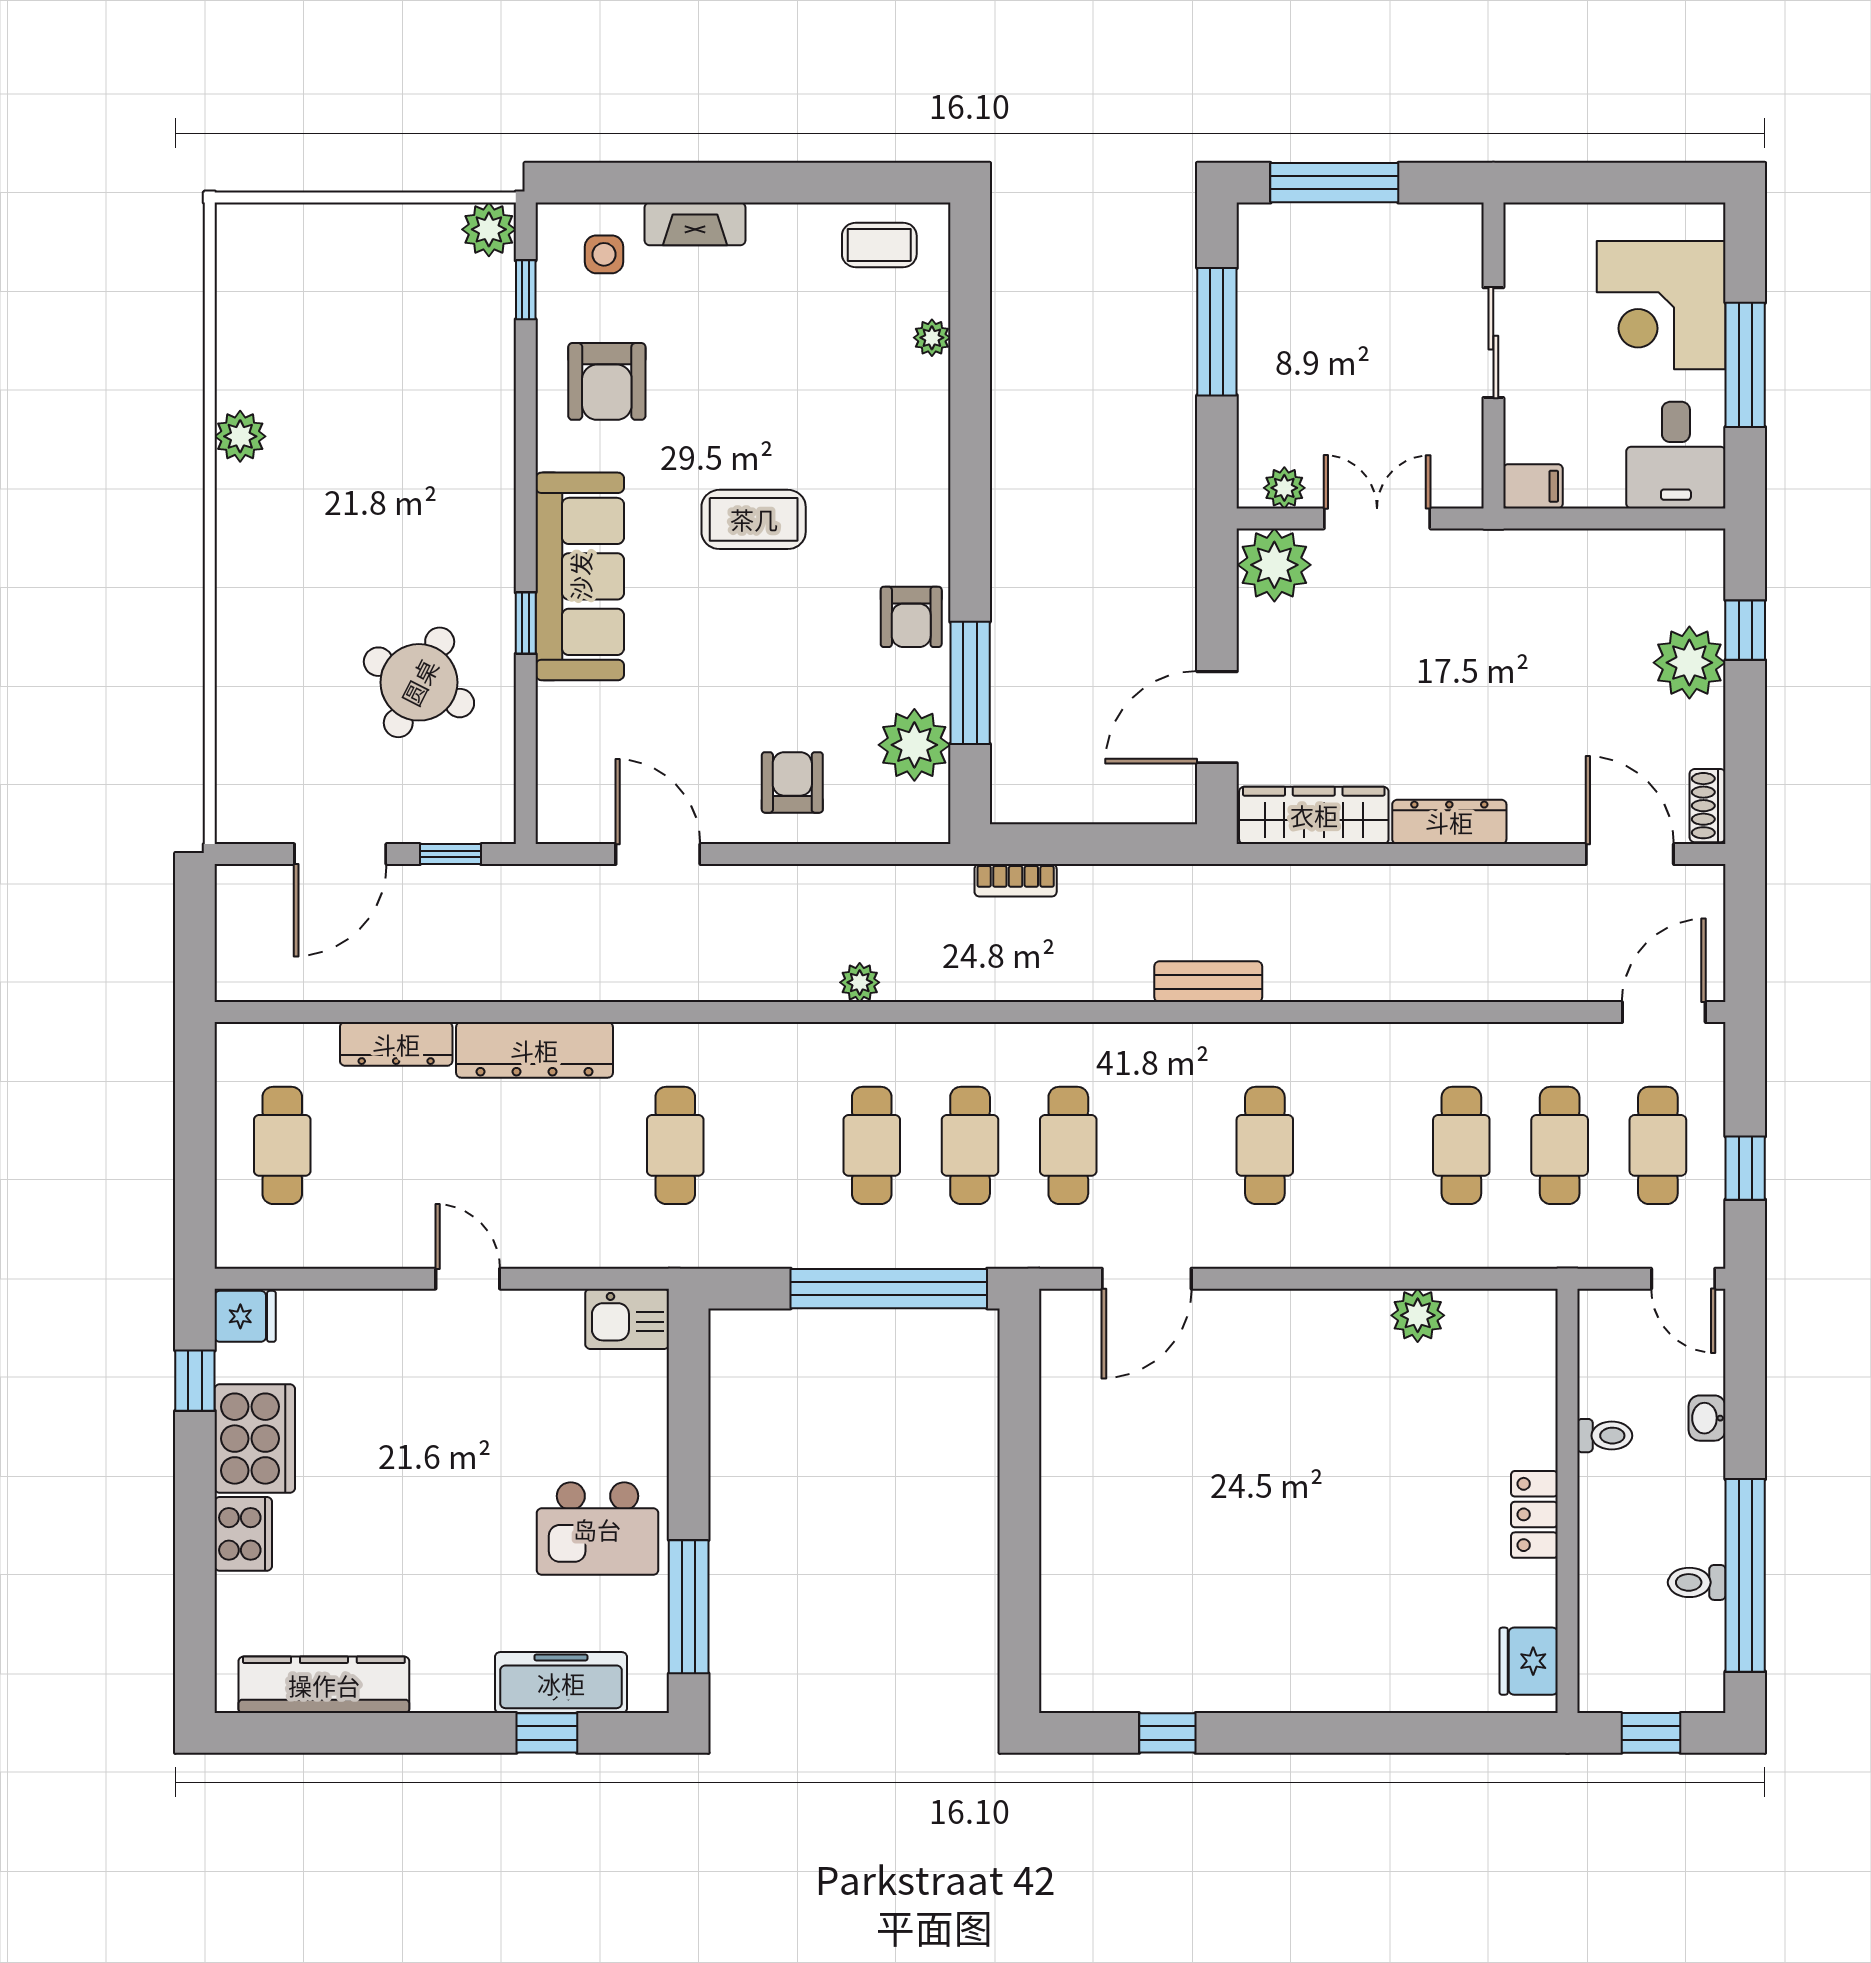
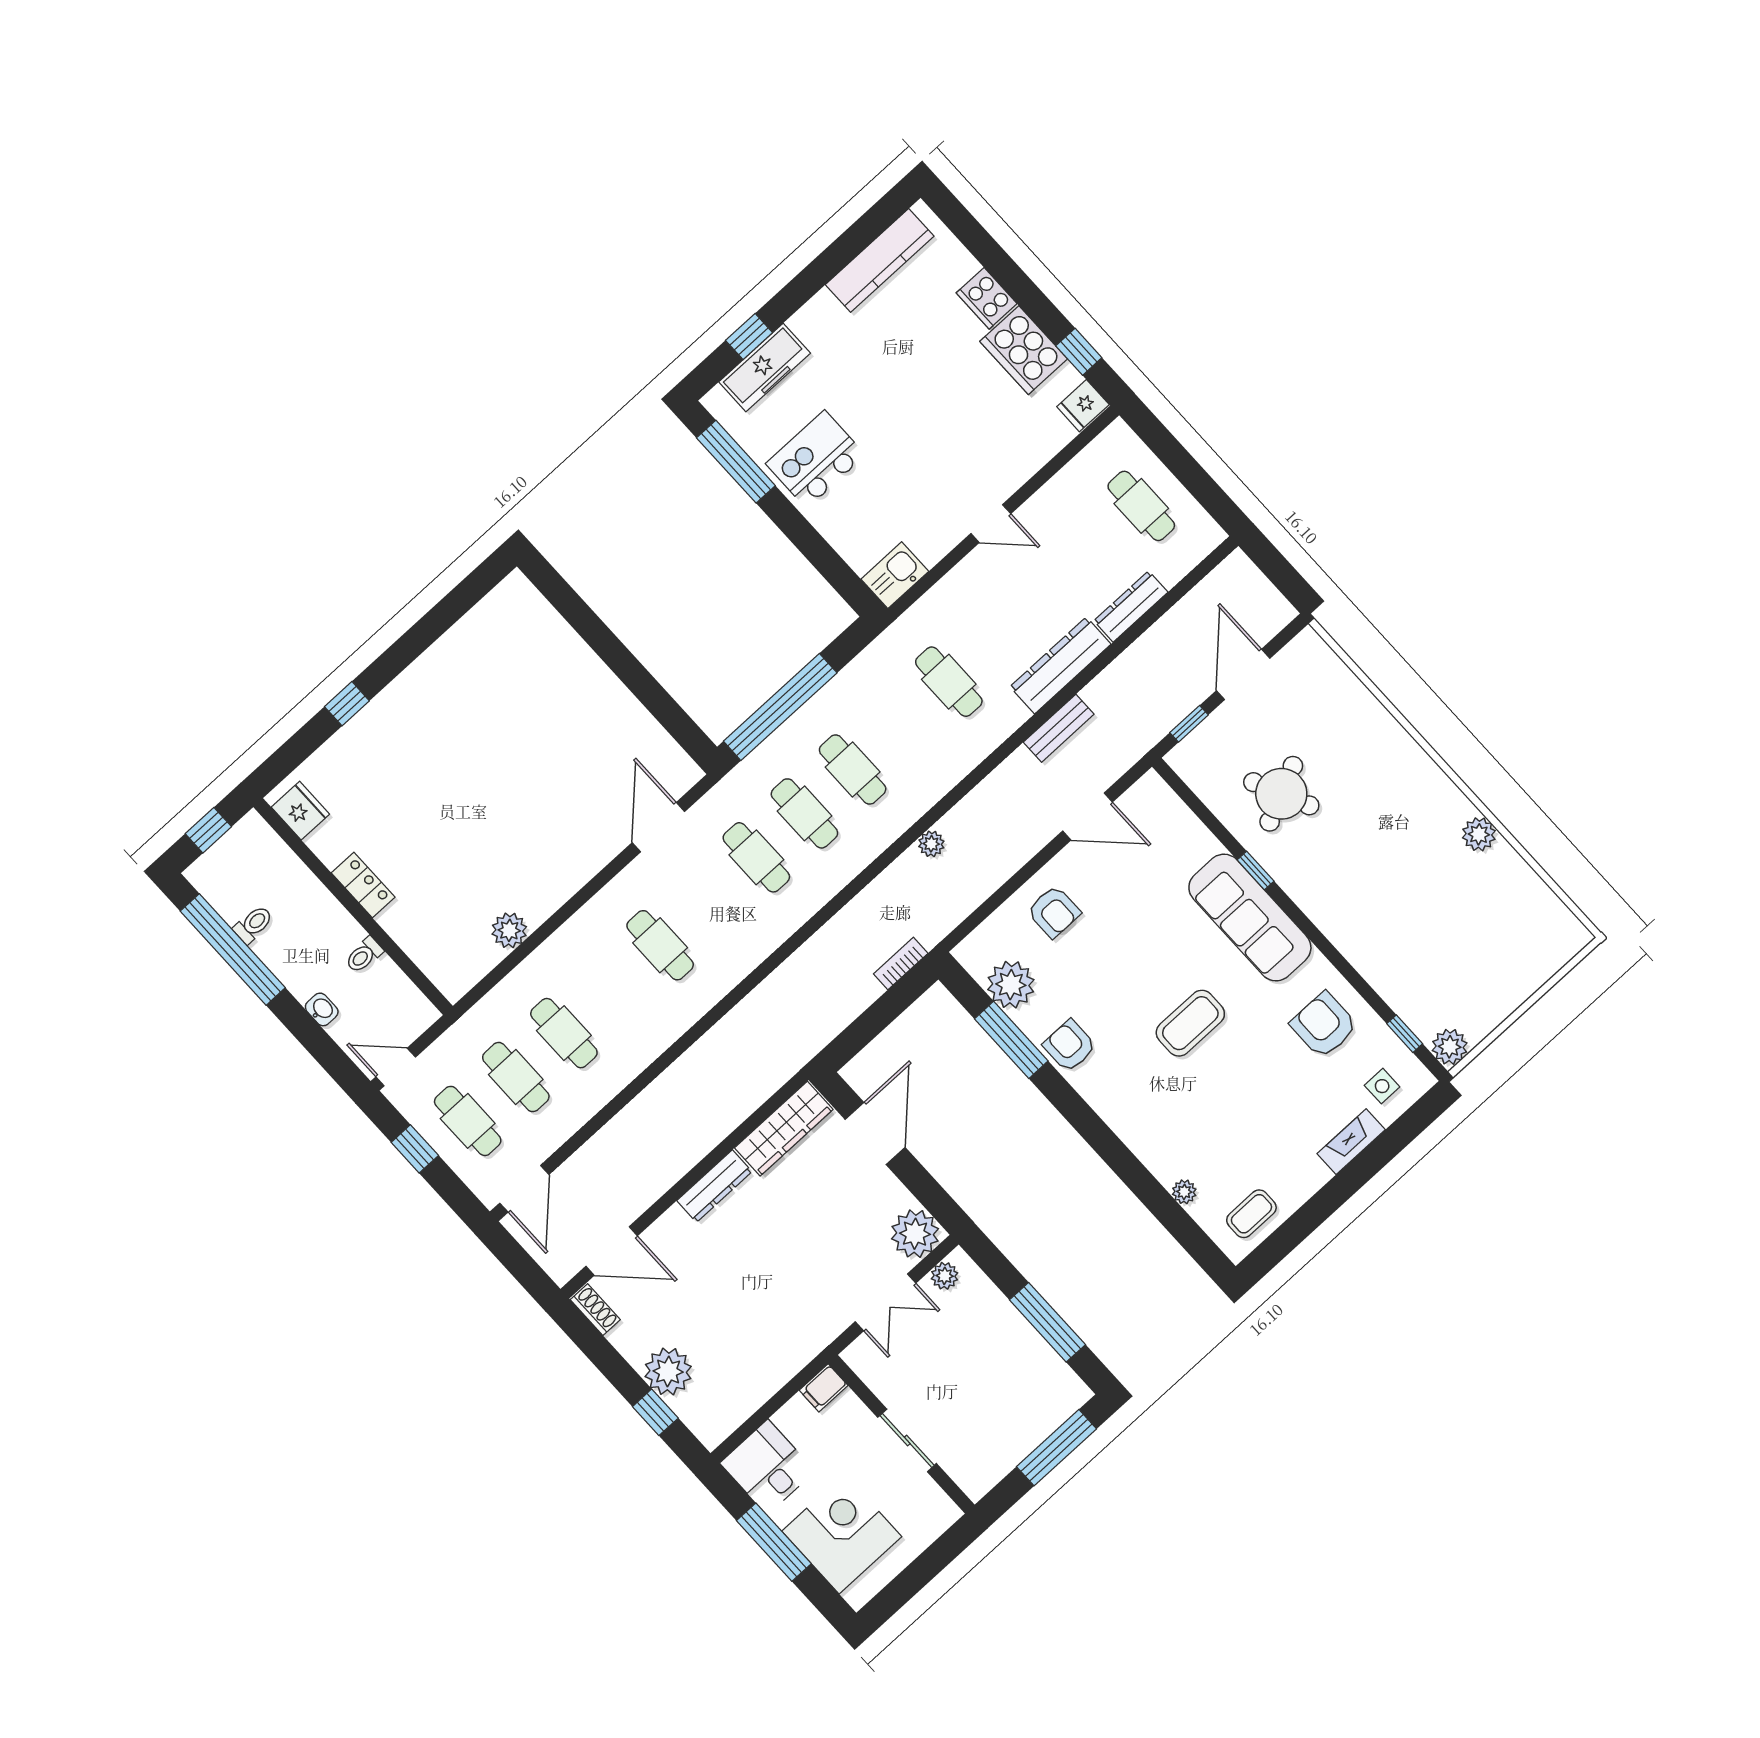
round table: (419, 682) -> (1281, 794), turned 38
bench: (1208, 982) -> (1059, 728), moved
window: (1167, 1733) -> (347, 704), moved

